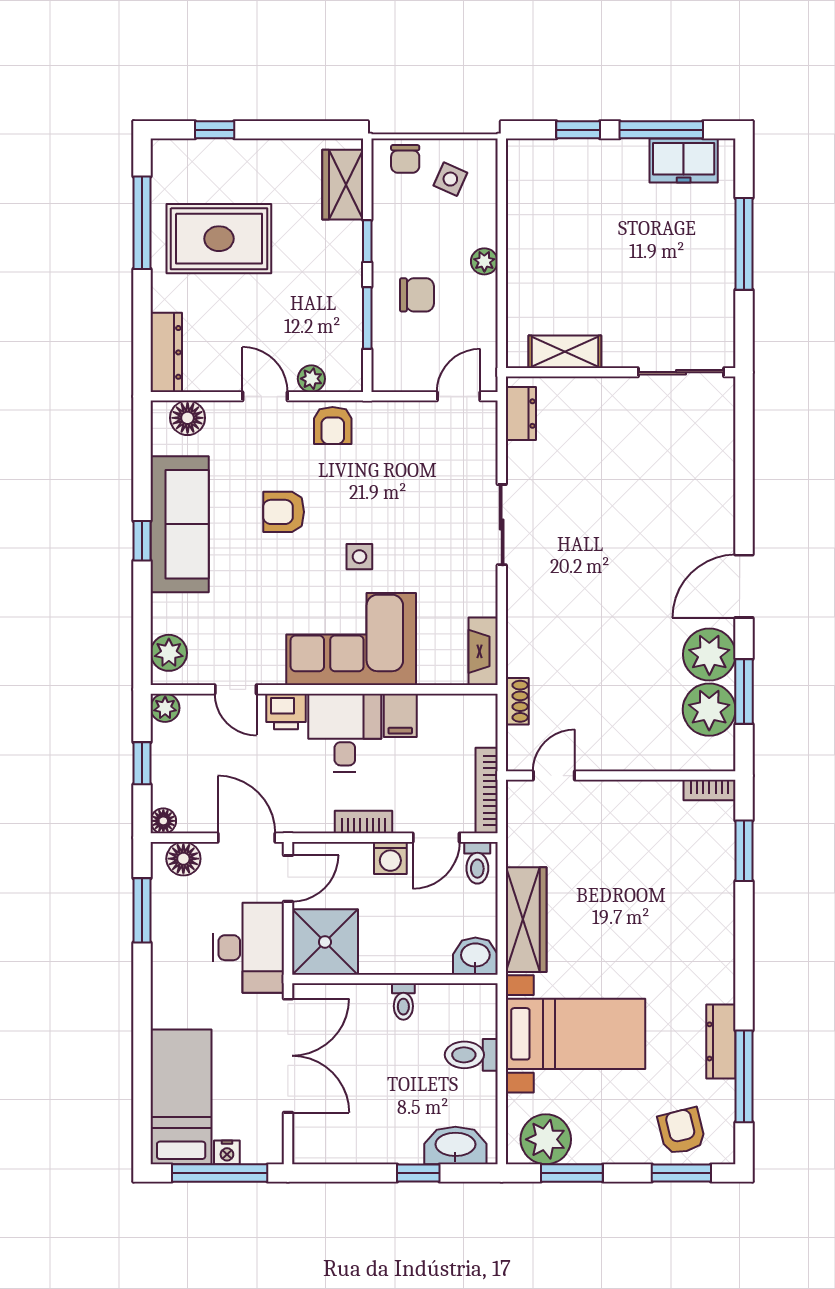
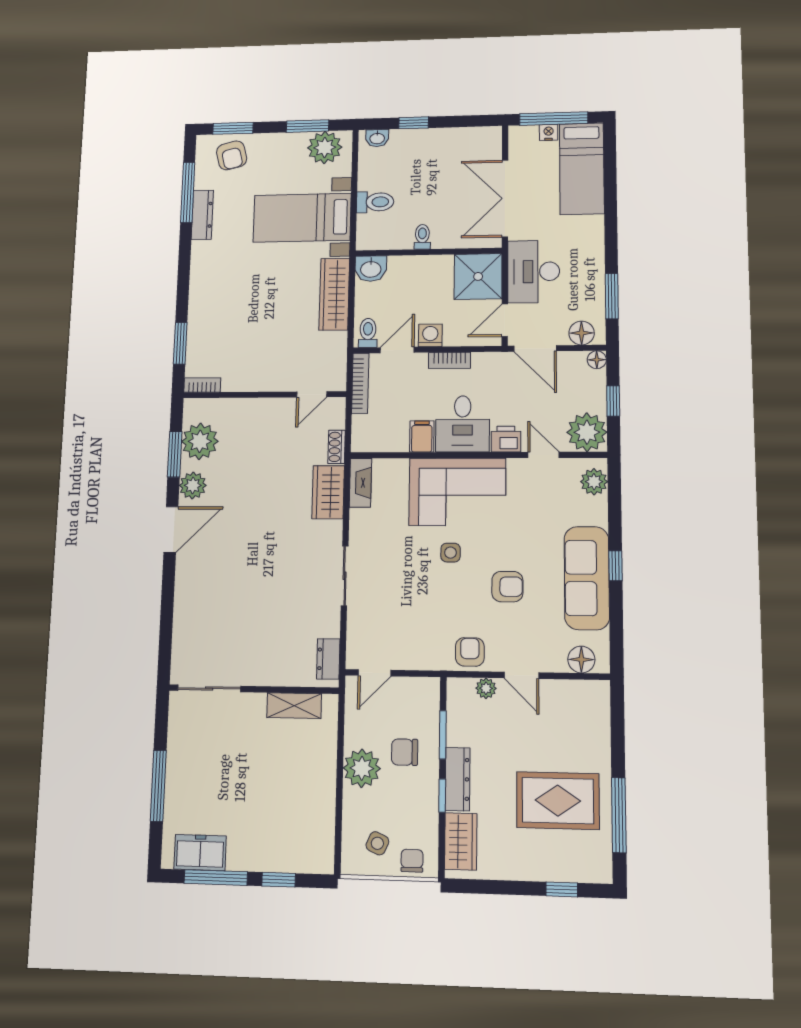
plant: (484, 261) -> (362, 768), width x1.88, depth x1.88
dresser: (166, 352) -> (458, 779), moved, turned 180
wardrobe: (527, 638) -> (328, 492), added
plant: (709, 654) -> (193, 485), width x0.73, depth x0.73
plant: (165, 708) -> (587, 432), width x1.87, depth x1.87
washbasin: (455, 1146) -> (377, 138), width x0.52, depth x0.69

